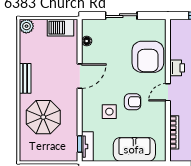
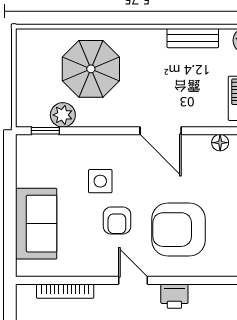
armchair: (148, 57) -> (179, 230), moved
bench: (25, 78) -> (193, 38), moved
plant: (70, 134) -> (63, 115), added
tv unit: (87, 147) -> (41, 144), removed

